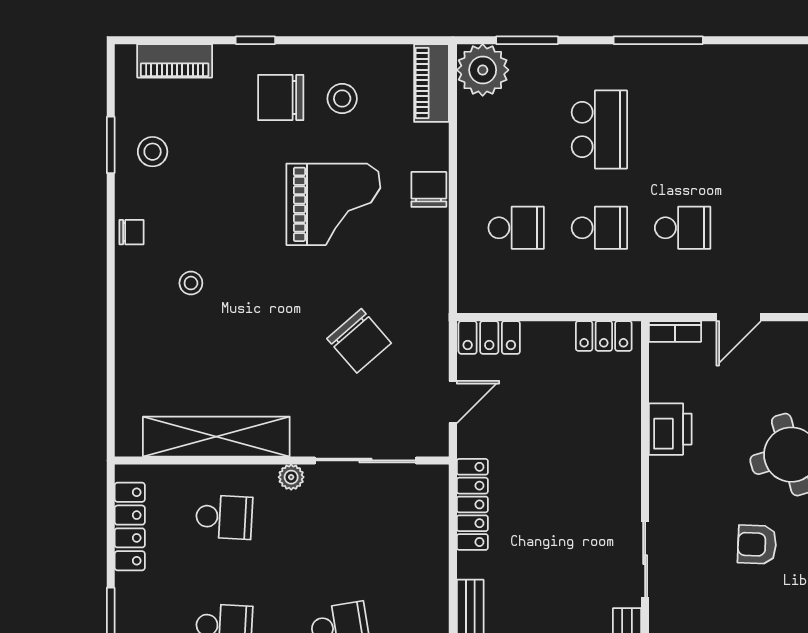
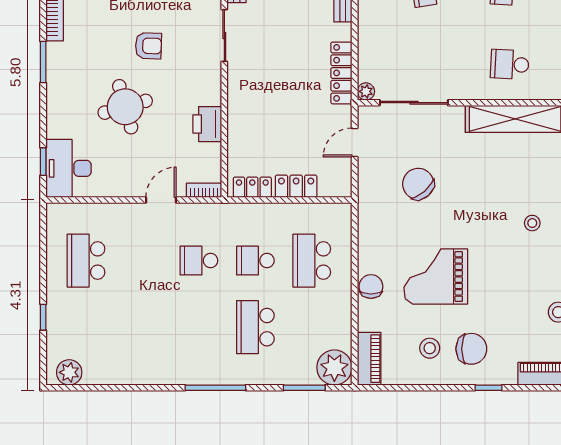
chair: (429, 189) -> (371, 287), turned 180
school desk: (516, 228) -> (312, 261), width x1.85
locker: (489, 337) -> (296, 186), moved
plant: (291, 477) -> (366, 91), moved

